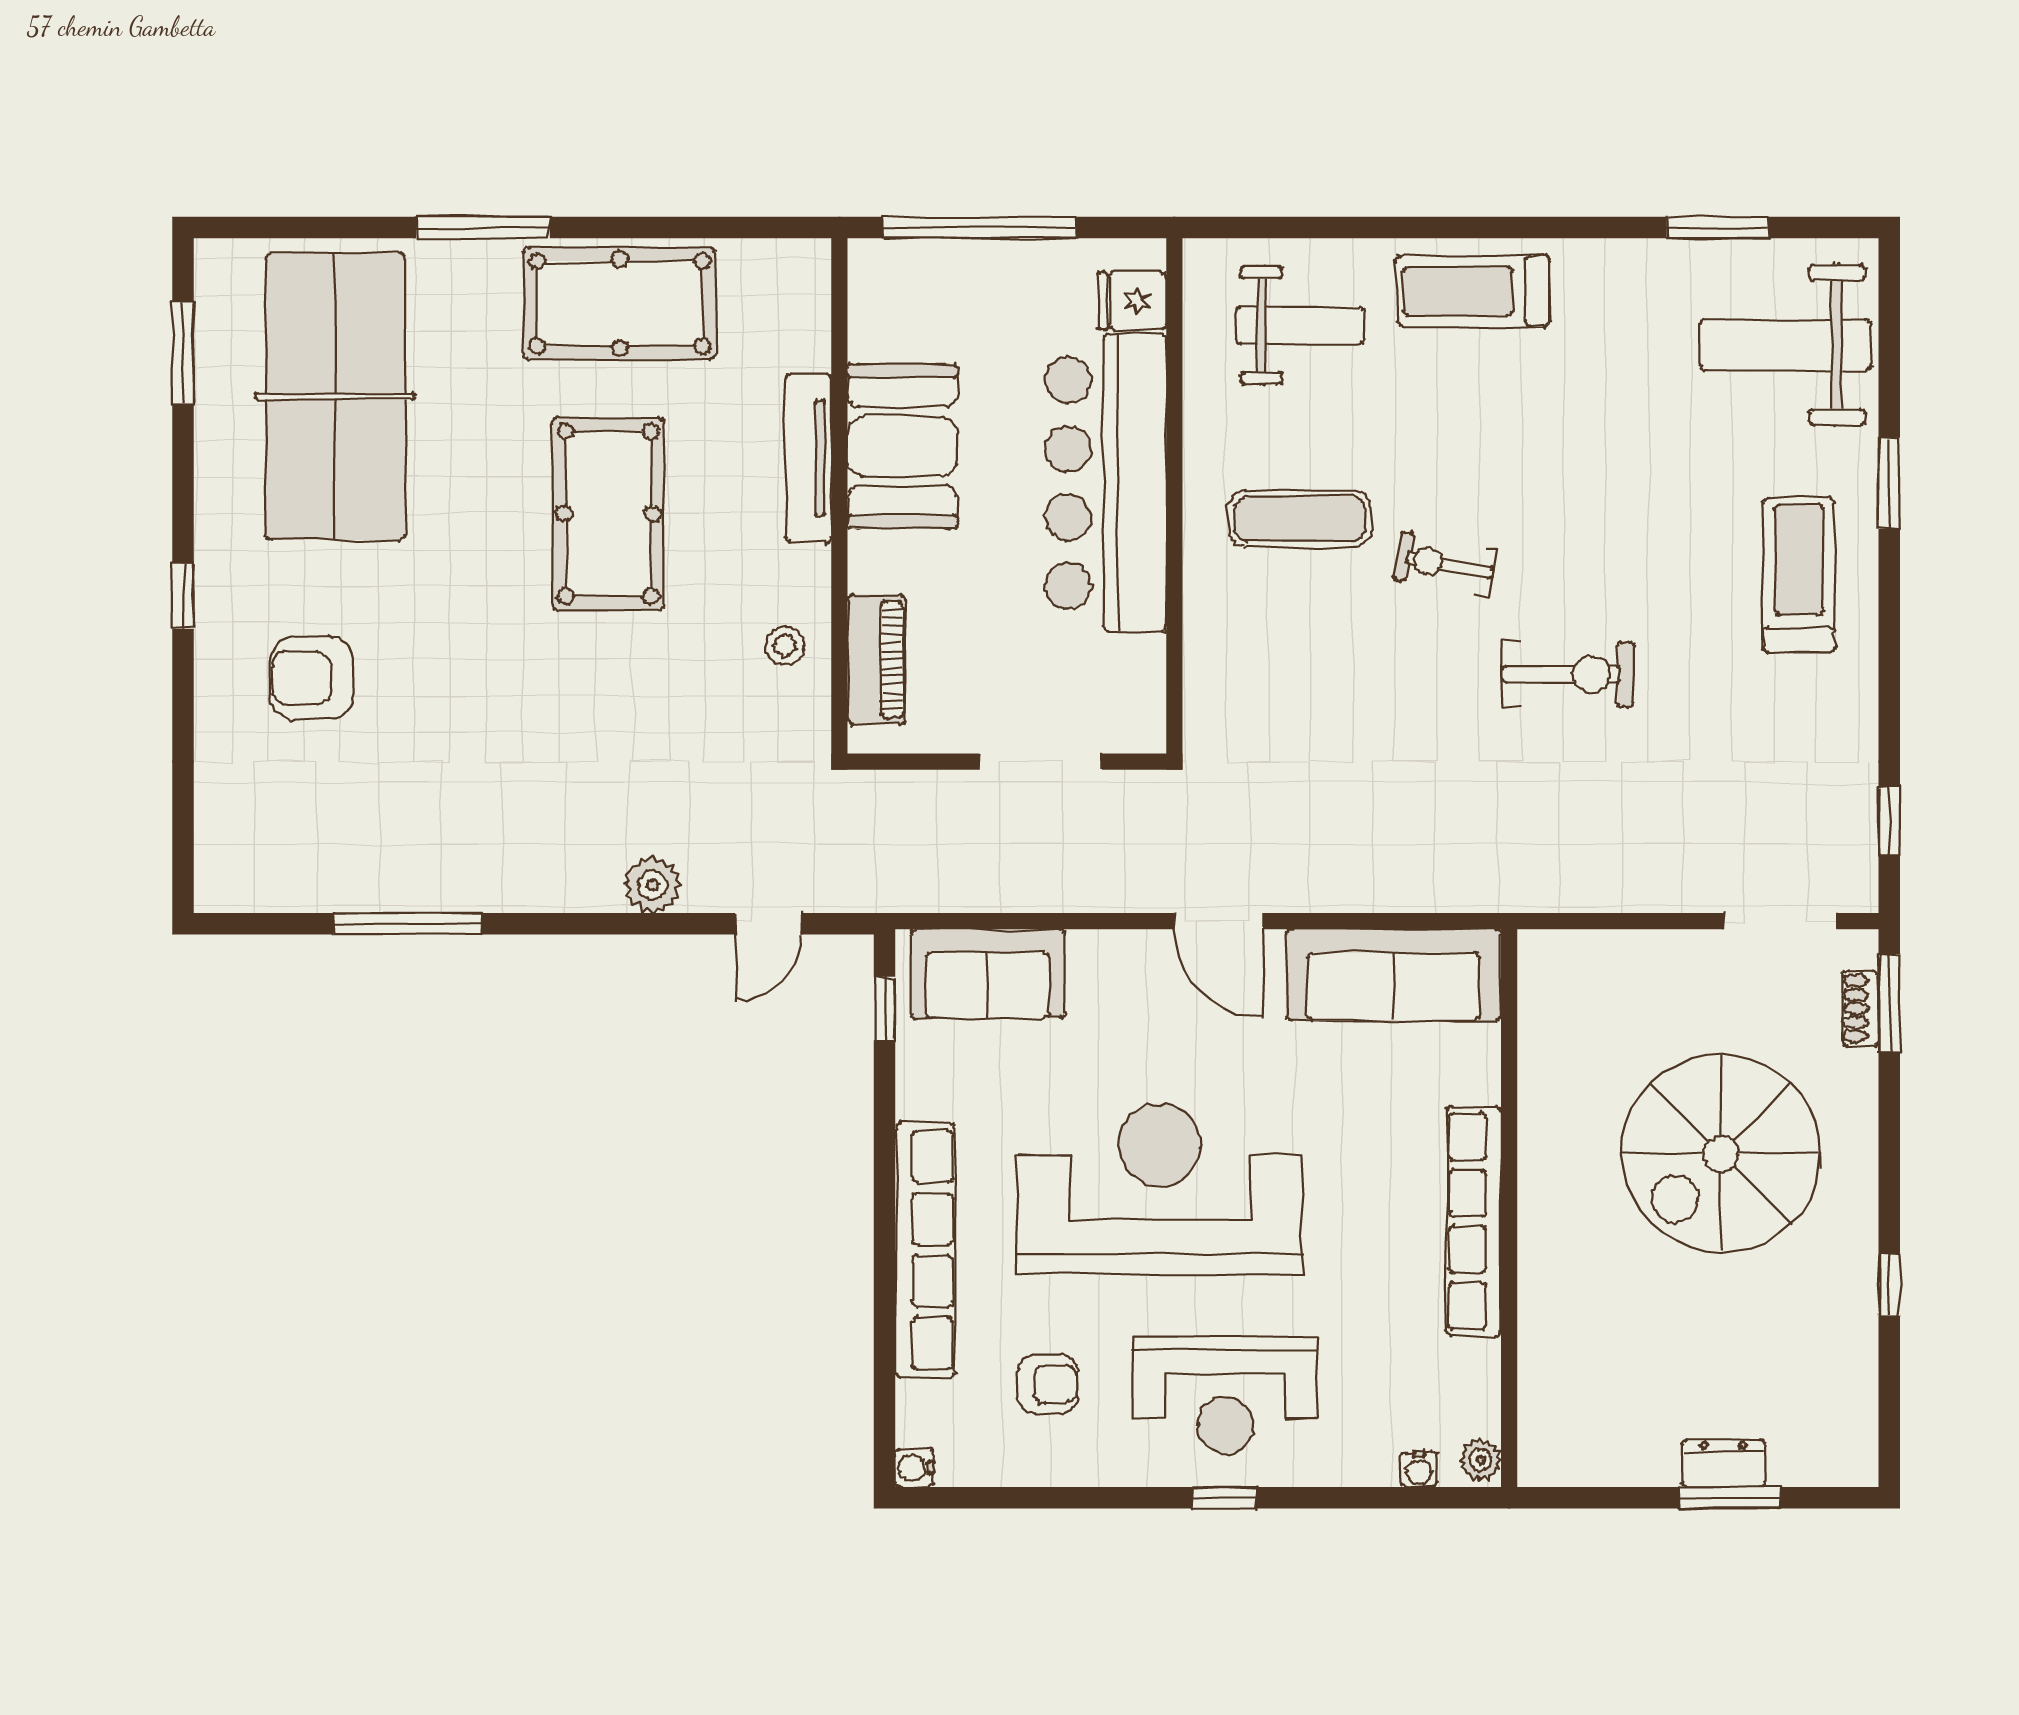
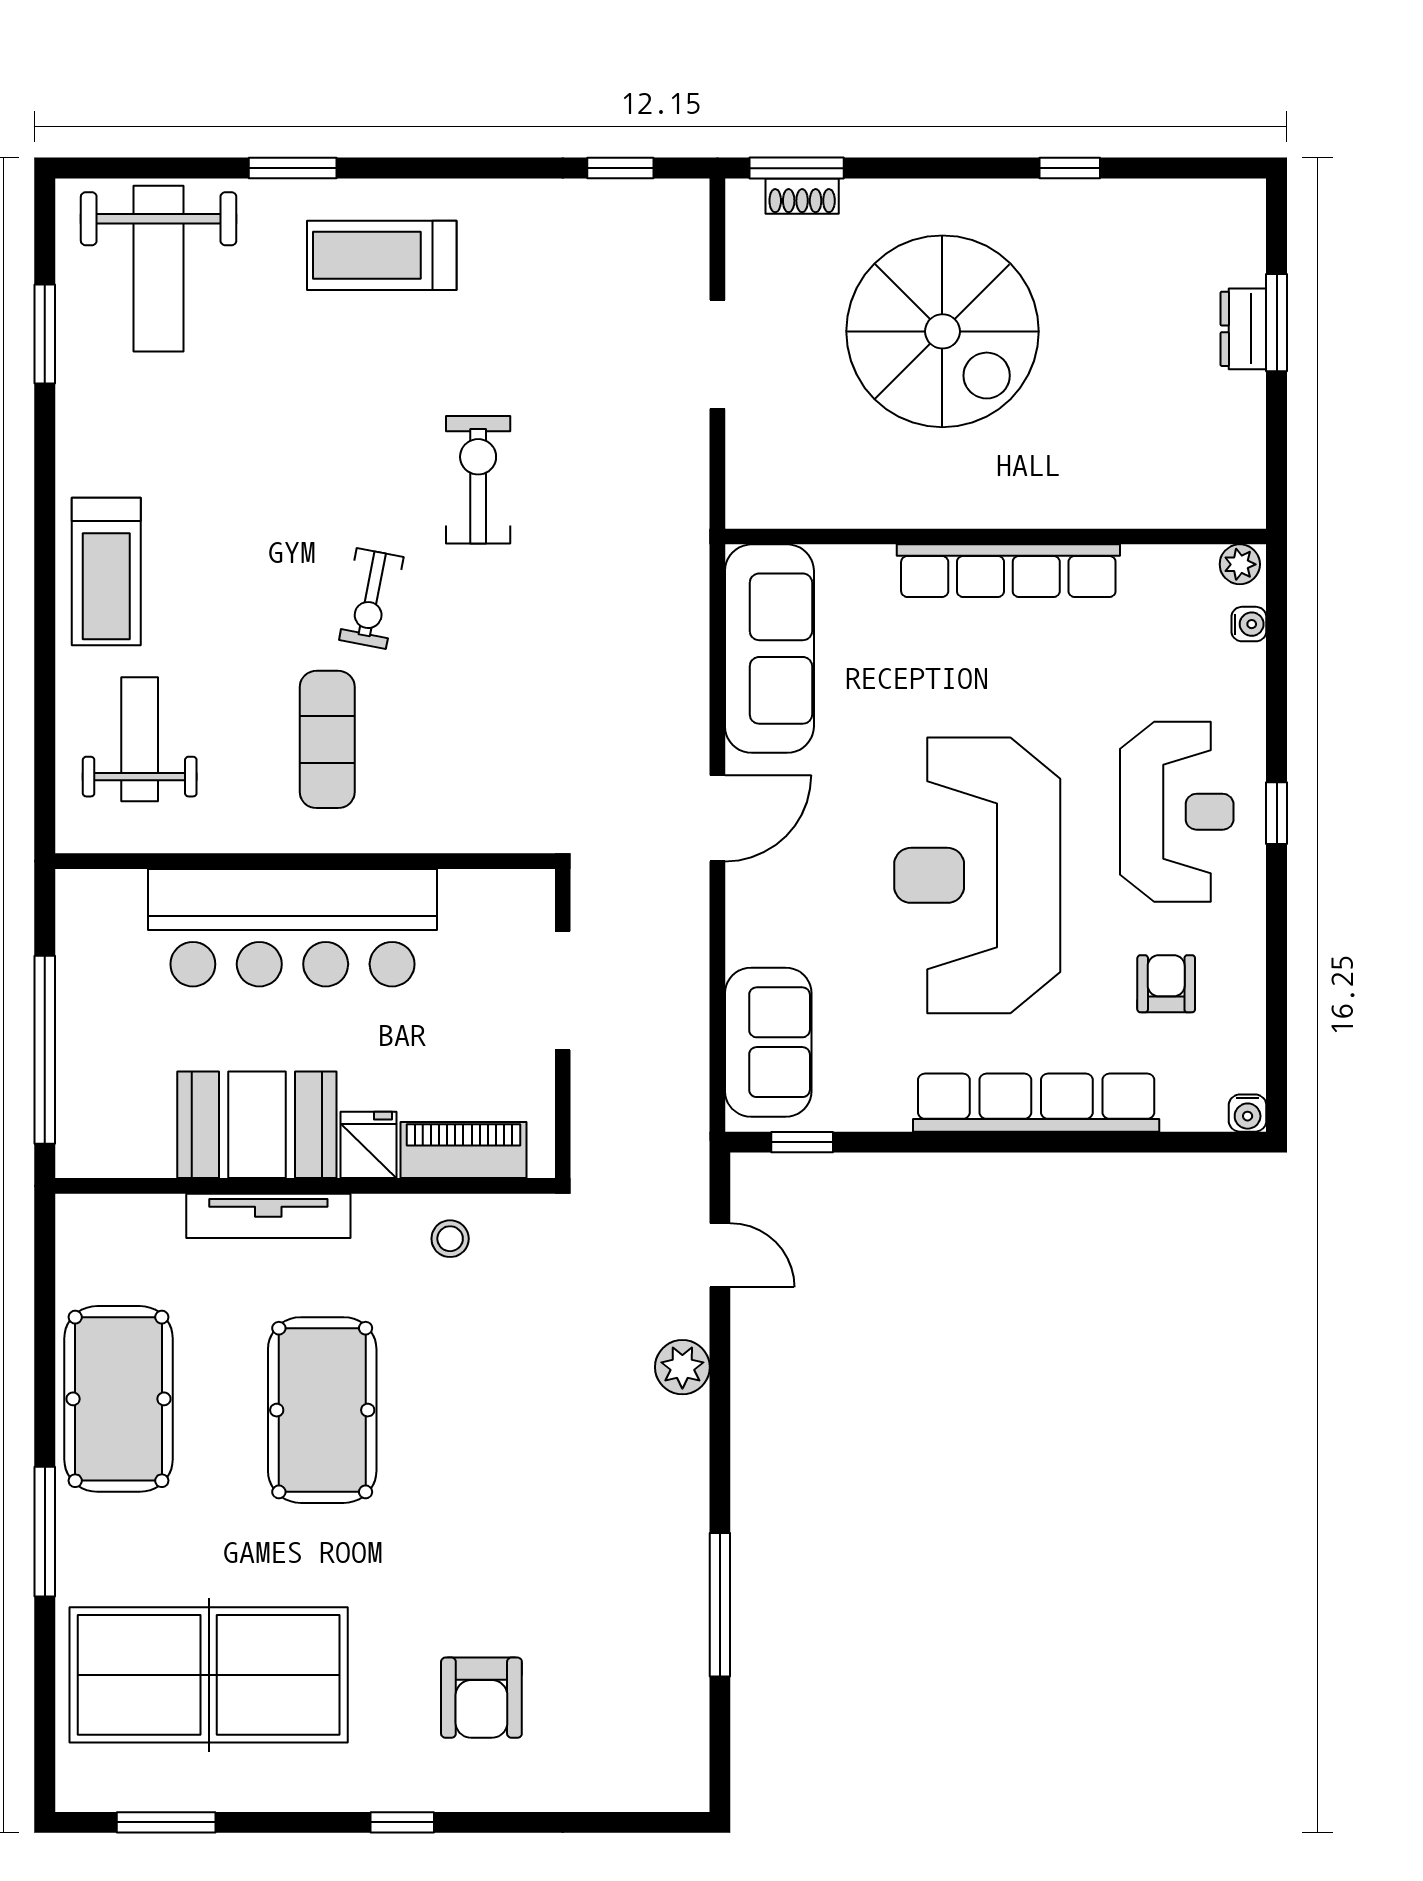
fridge: (1132, 301) -> (369, 1145), moved, turned 180
pool table: (608, 514) -> (322, 1410), turned 90
doorway: (1780, 921) -> (717, 354), moved

